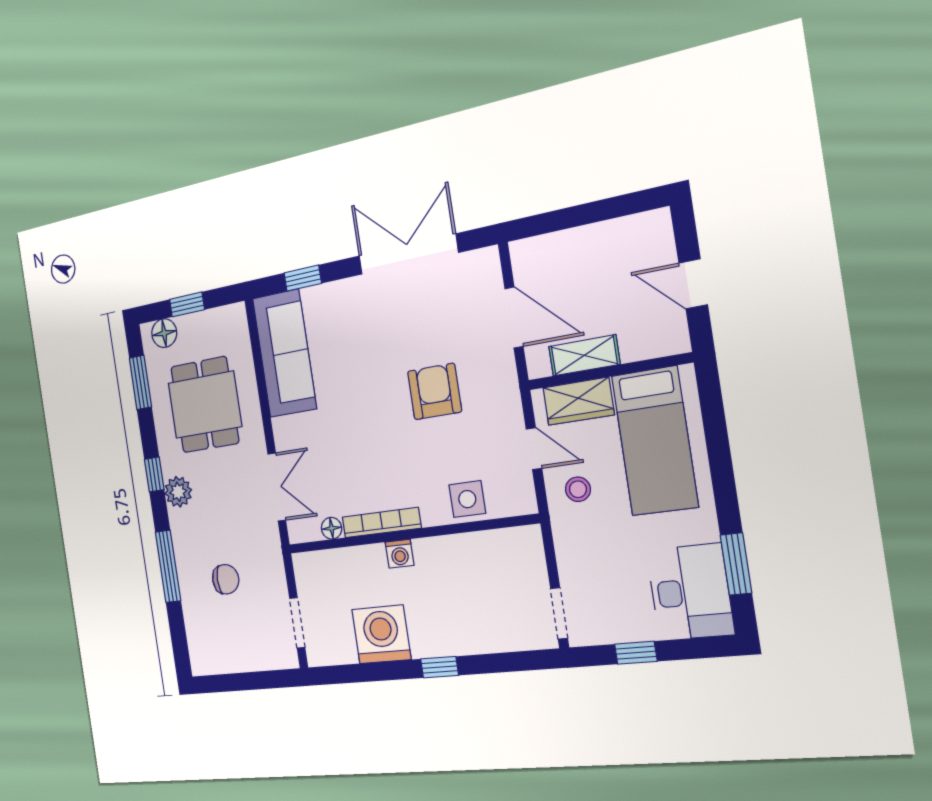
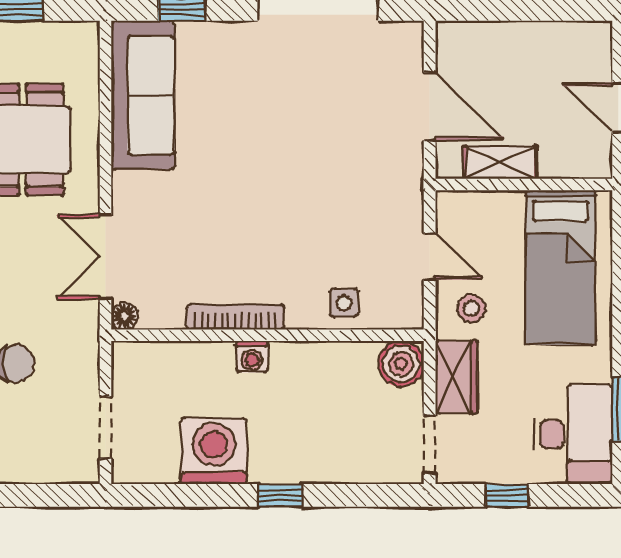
armchair: (435, 392) -> (325, 173), removed
wardrobe: (578, 401) -> (456, 377), moved, turned -90
double door: (277, 487) -> (106, 257), swing flipped
side table: (467, 499) -> (344, 303), width x0.73, depth x0.73
floor lamp: (332, 528) -> (125, 316), moved
boiler: (523, 545) -> (401, 364), added

